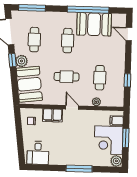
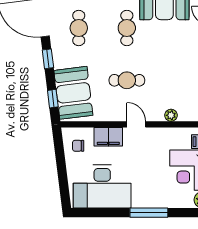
plant: (22, 61) -> (61, 60), removed
cafe table: (100, 78) -> (175, 80), removed
window: (15, 88) -> (53, 99), added
desk: (38, 153) -> (102, 187), width x1.87, depth x1.30

